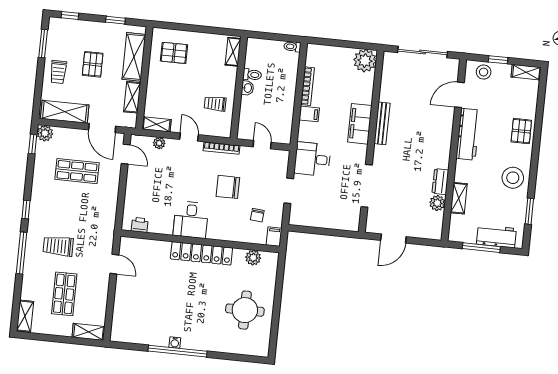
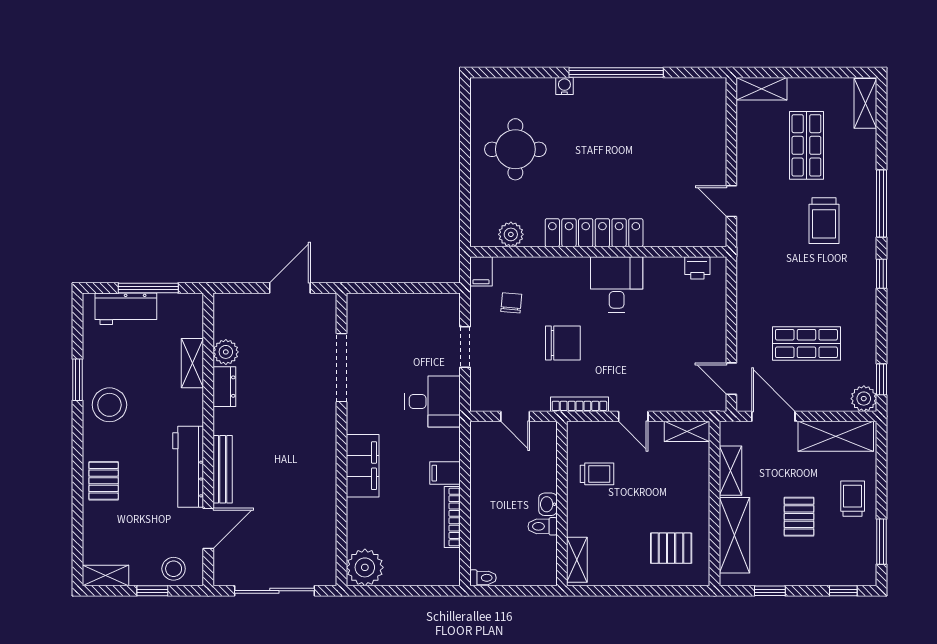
bench: (382, 123) -> (223, 469), moved
plant: (159, 143) -> (680, 402), removed
window: (529, 211) -> (78, 380), moved
trolley: (58, 246) -> (824, 221), turned 90
water cooler: (175, 343) -> (564, 86), moved

